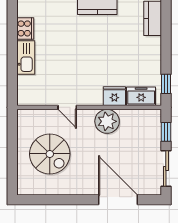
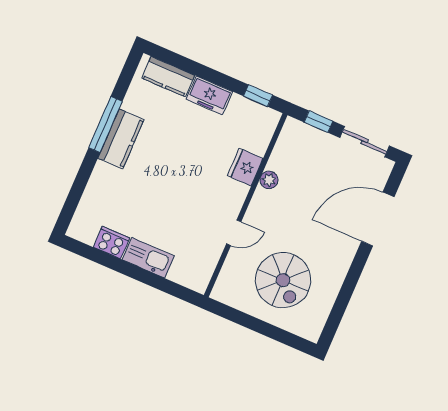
freezer: (141, 96) -> (209, 95), moved, turned -90
plant: (107, 121) -> (269, 180), width x0.53, depth x0.53
spiral stairs: (50, 154) -> (283, 280), turned 90

